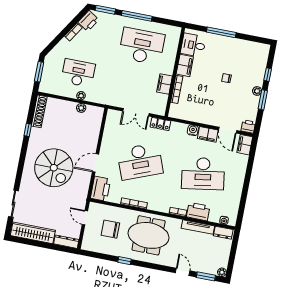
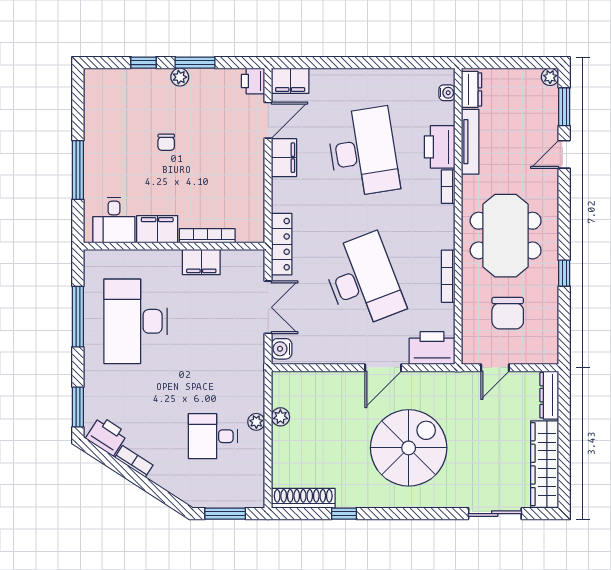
window: (137, 16) -> (78, 317), moved
desk: (78, 73) -> (213, 436), width x0.73
locker: (160, 124) -> (282, 244), width x1.53
water cooler: (193, 130) -> (282, 349), moved
door: (95, 163) -> (383, 368), hinge flipped

